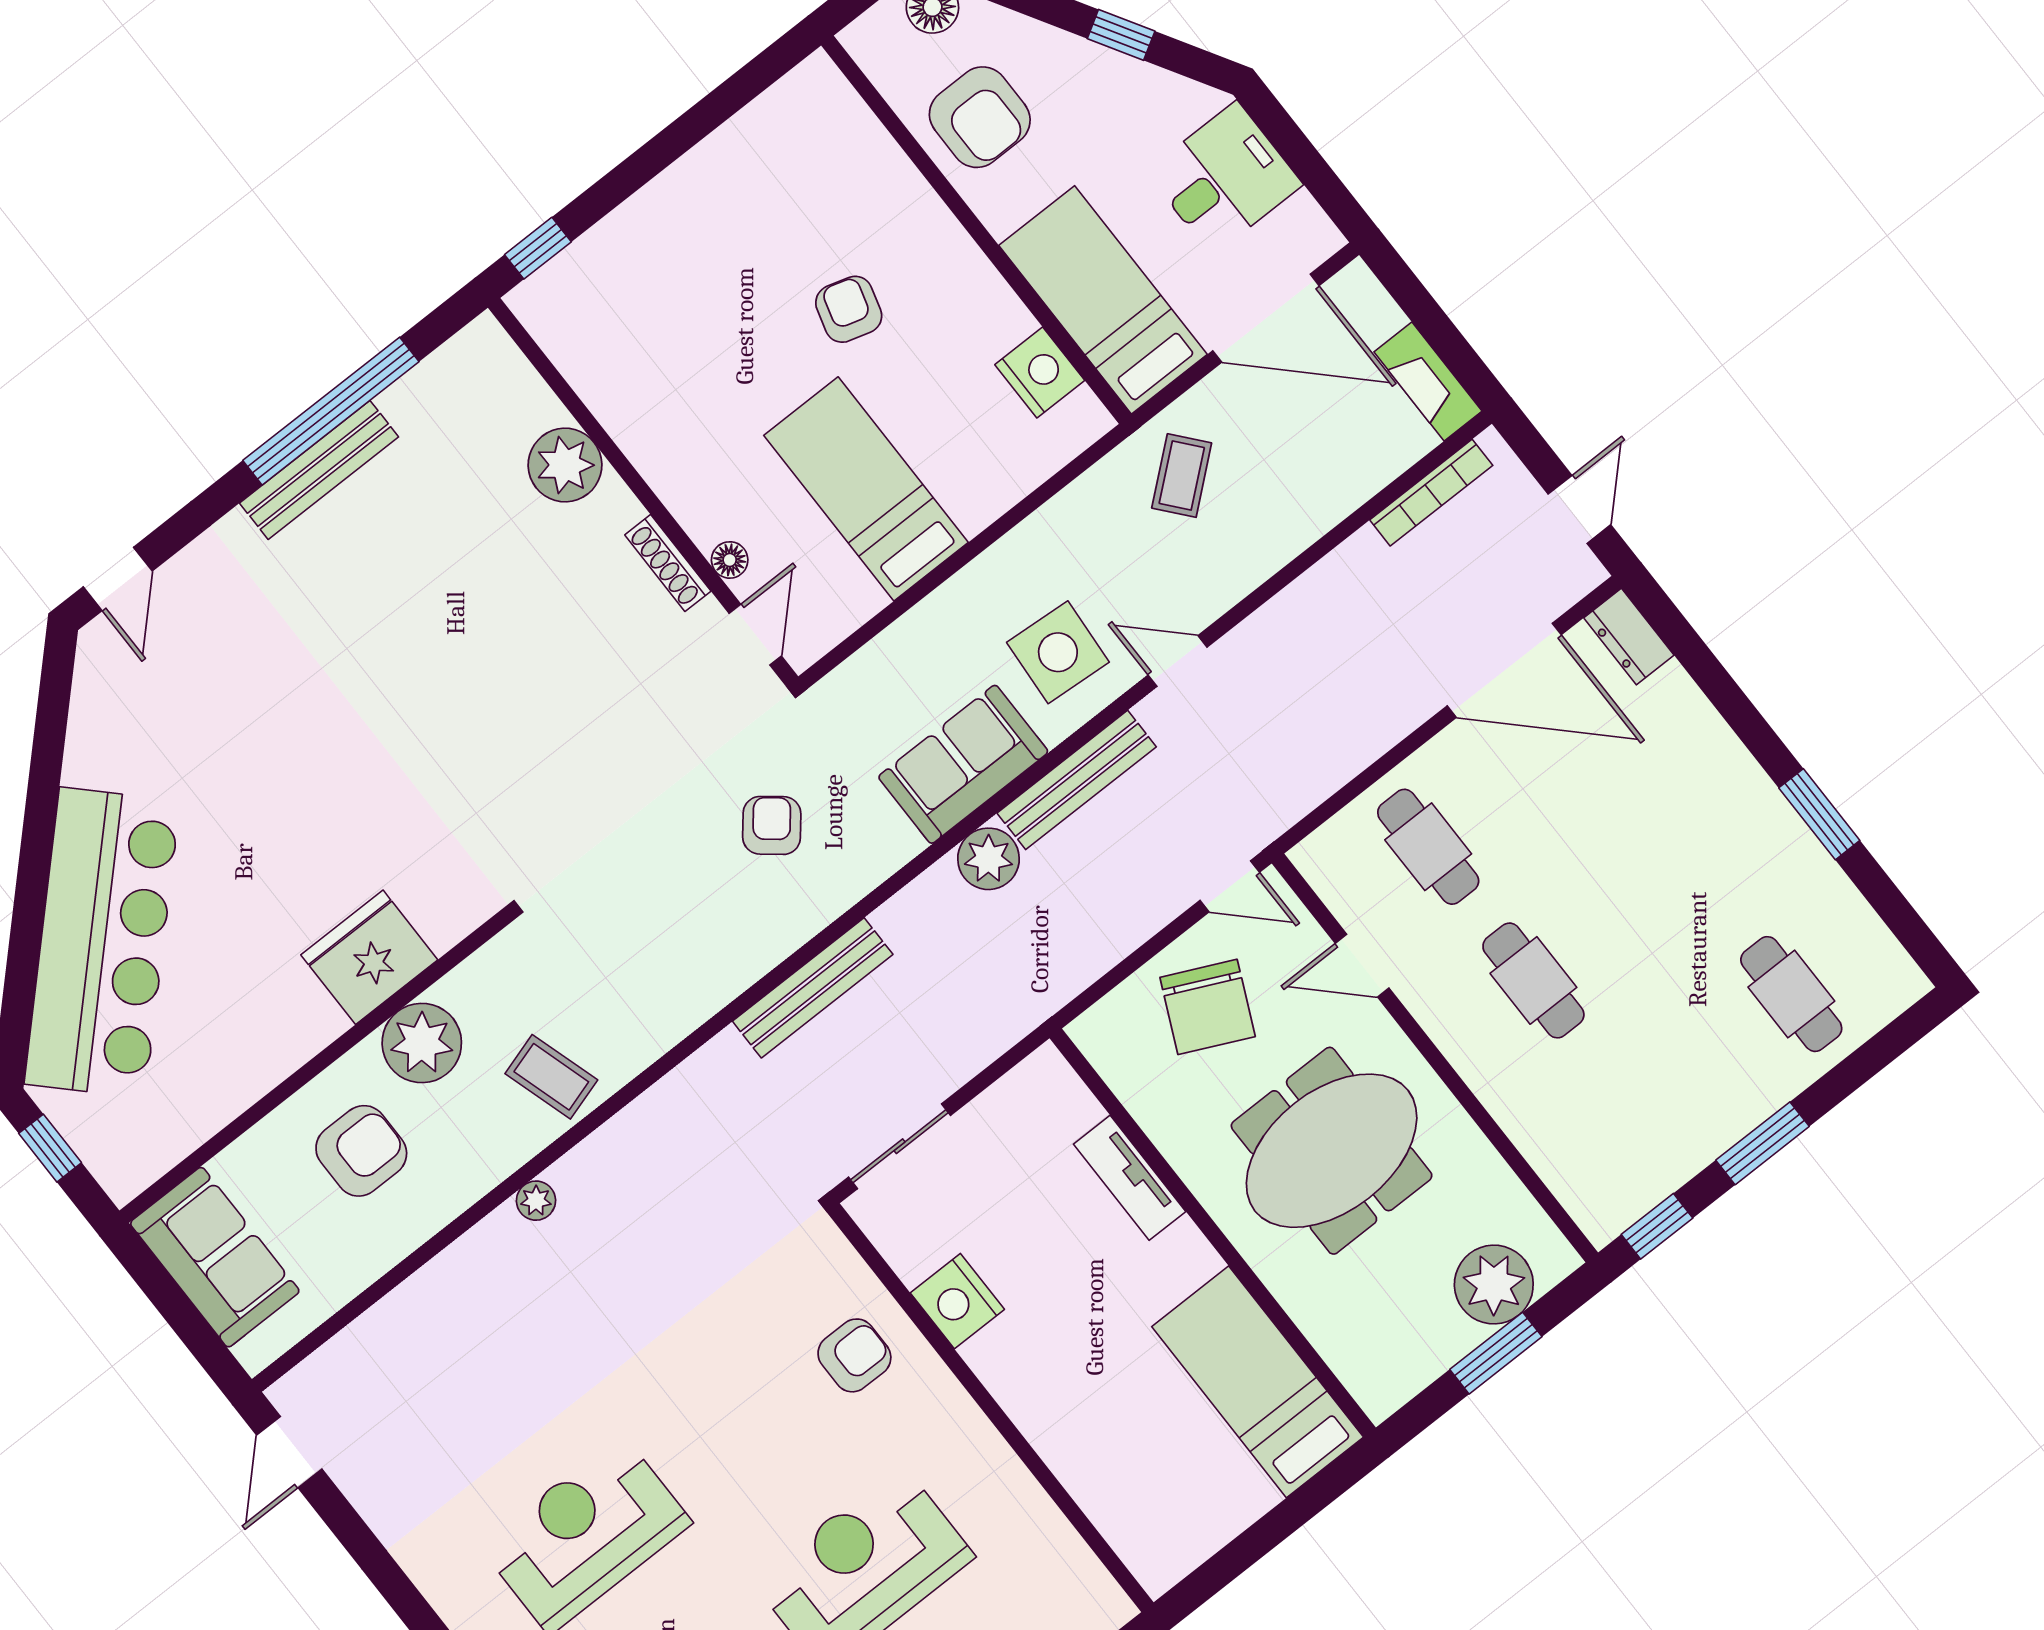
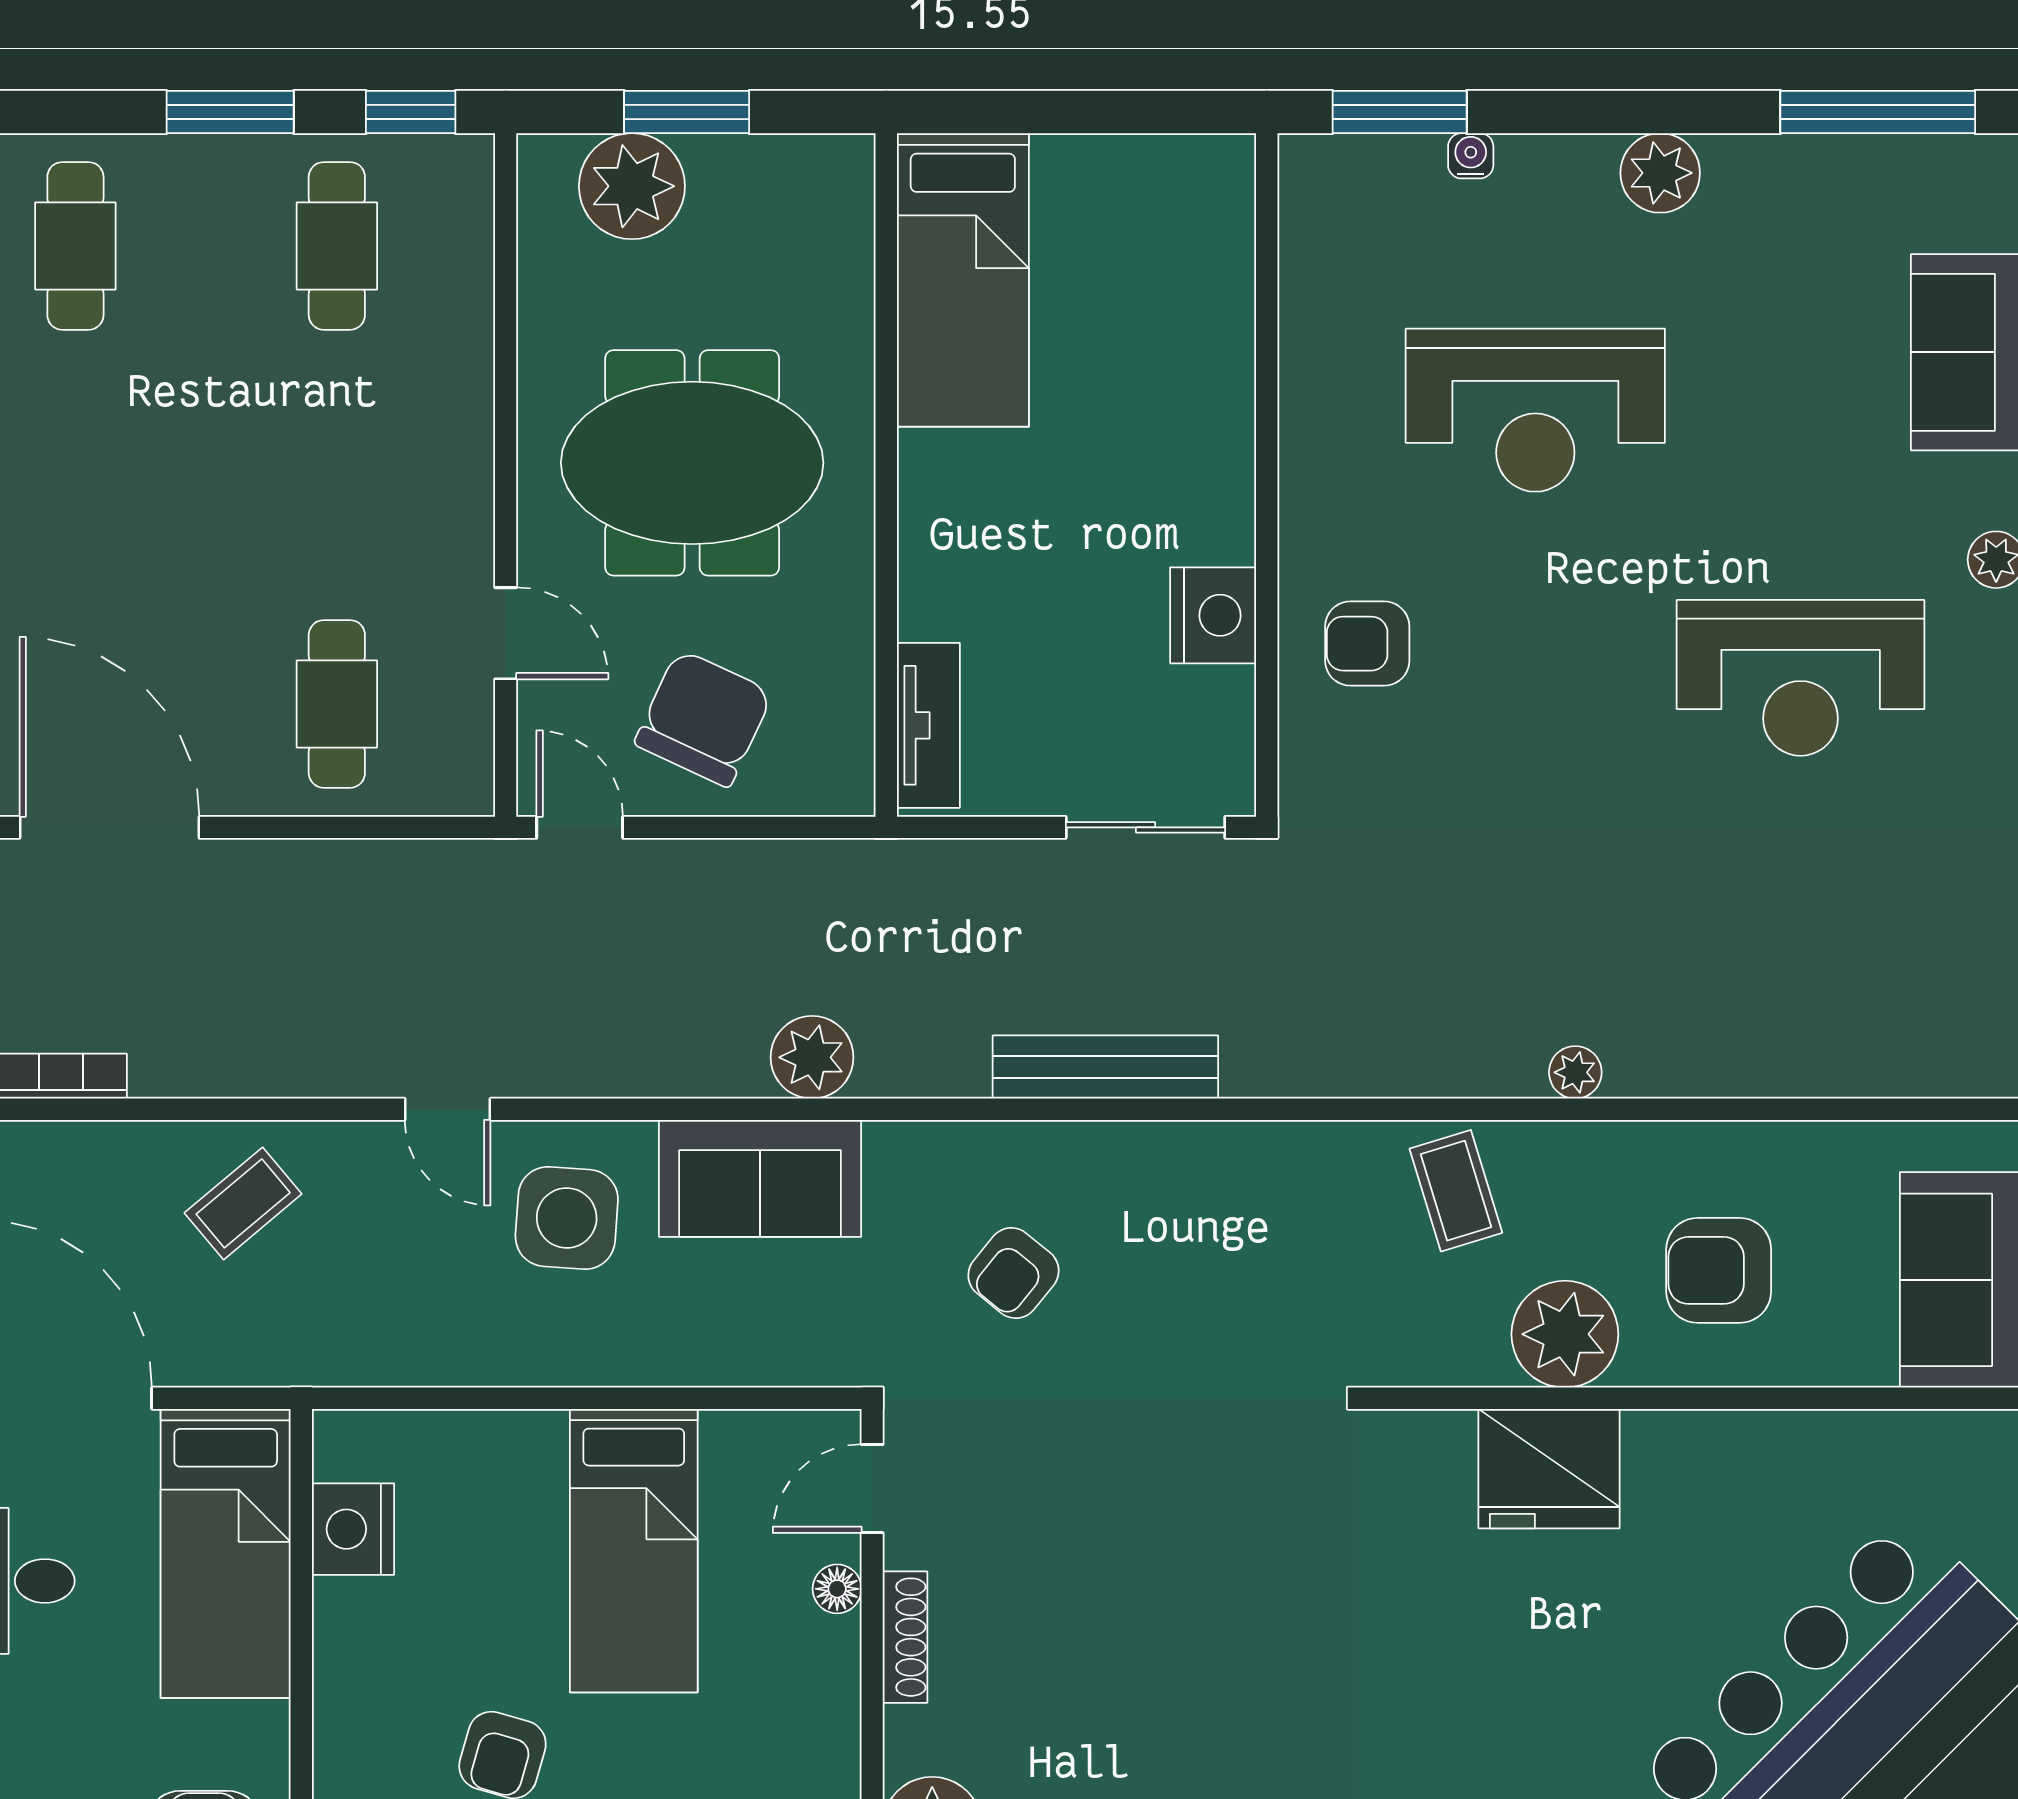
coffee table: (1182, 476) -> (243, 1203), moved
bench: (1077, 780) -> (653, 1067), removed
cafe table: (1533, 980) -> (337, 246), moved
tv unit: (1130, 1178) -> (928, 725), moved

